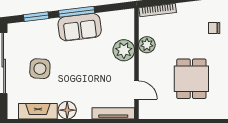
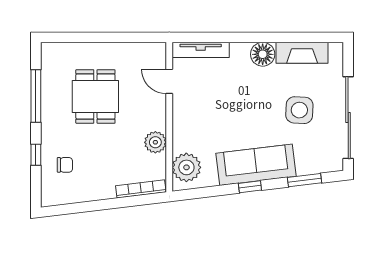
window: (77, 12) -> (250, 187), width x0.46
sofa: (80, 27) -> (256, 165), width x1.36
plant: (124, 50) -> (186, 167), moved

